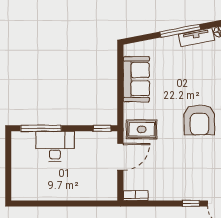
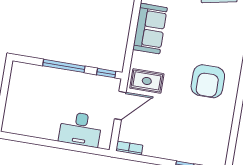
window: (41, 128) -> (64, 66), moved
desk: (55, 146) -> (80, 129), moved, turned 180

